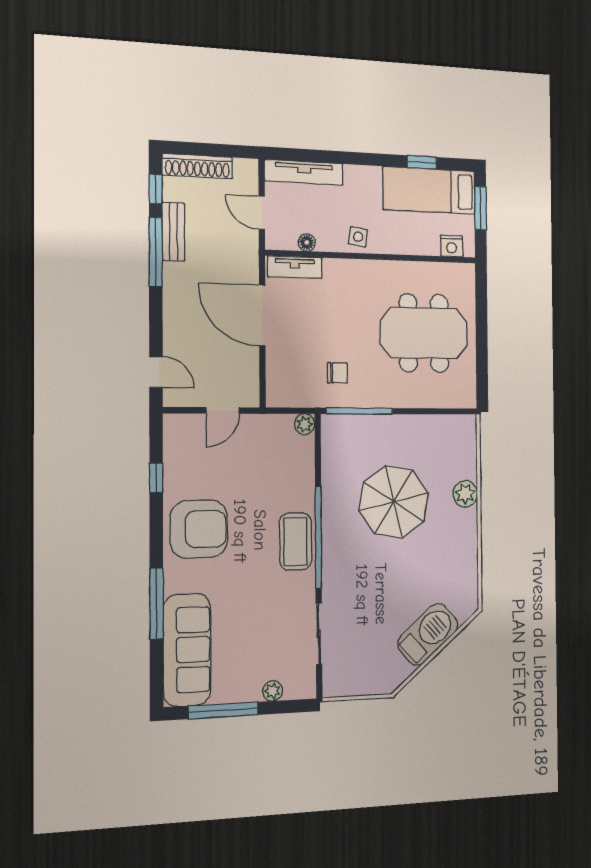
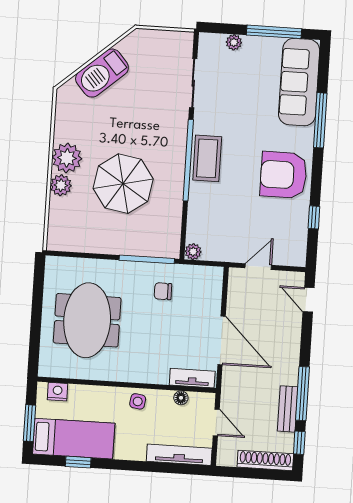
meeting table: (424, 333) -> (87, 320), turned 90
plant: (461, 527) -> (67, 158), added

